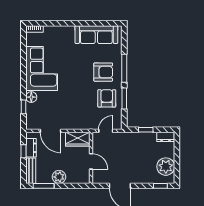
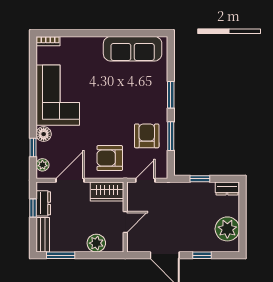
window: (124, 68) -> (171, 95), width x0.69
armchair: (103, 72) -> (110, 158), moved, turned 180
plant: (30, 120) -> (42, 165), added
door: (51, 131) -> (70, 180), swing flipped
door: (91, 161) -> (125, 222), hinge flipped
plant: (59, 177) -> (96, 243), moved
window: (160, 186) -> (202, 255), moved

